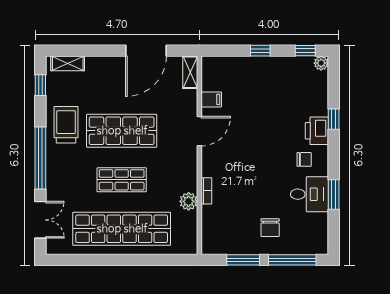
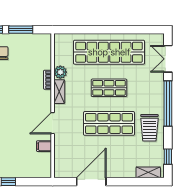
shelving: (190, 72) -> (59, 92), moved

